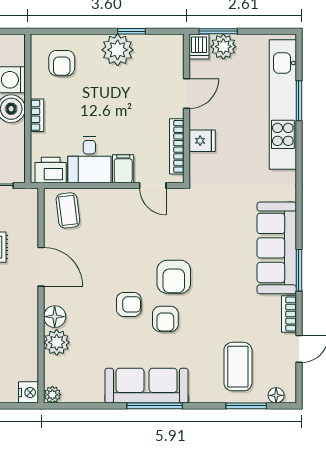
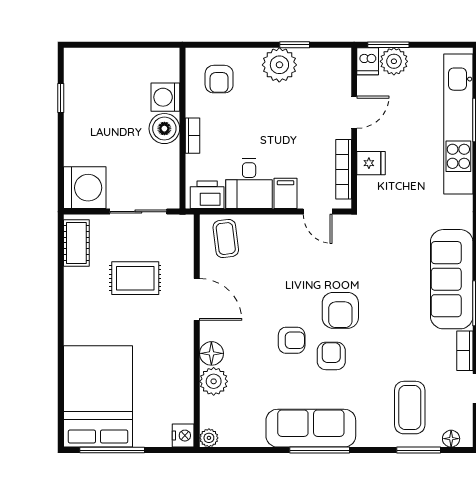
armchair: (165, 319) -> (331, 356), turned 180

